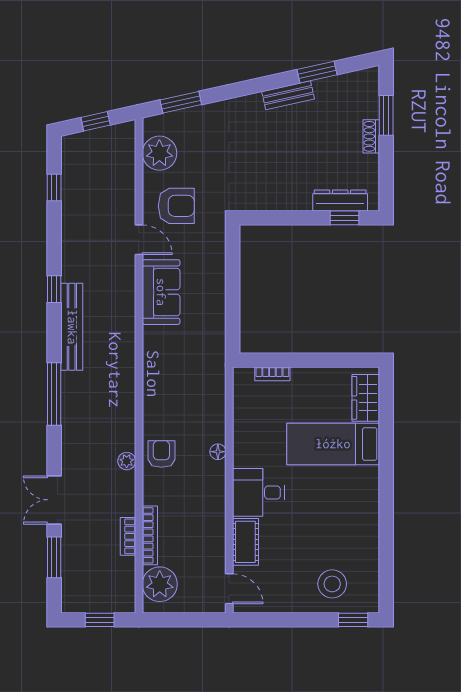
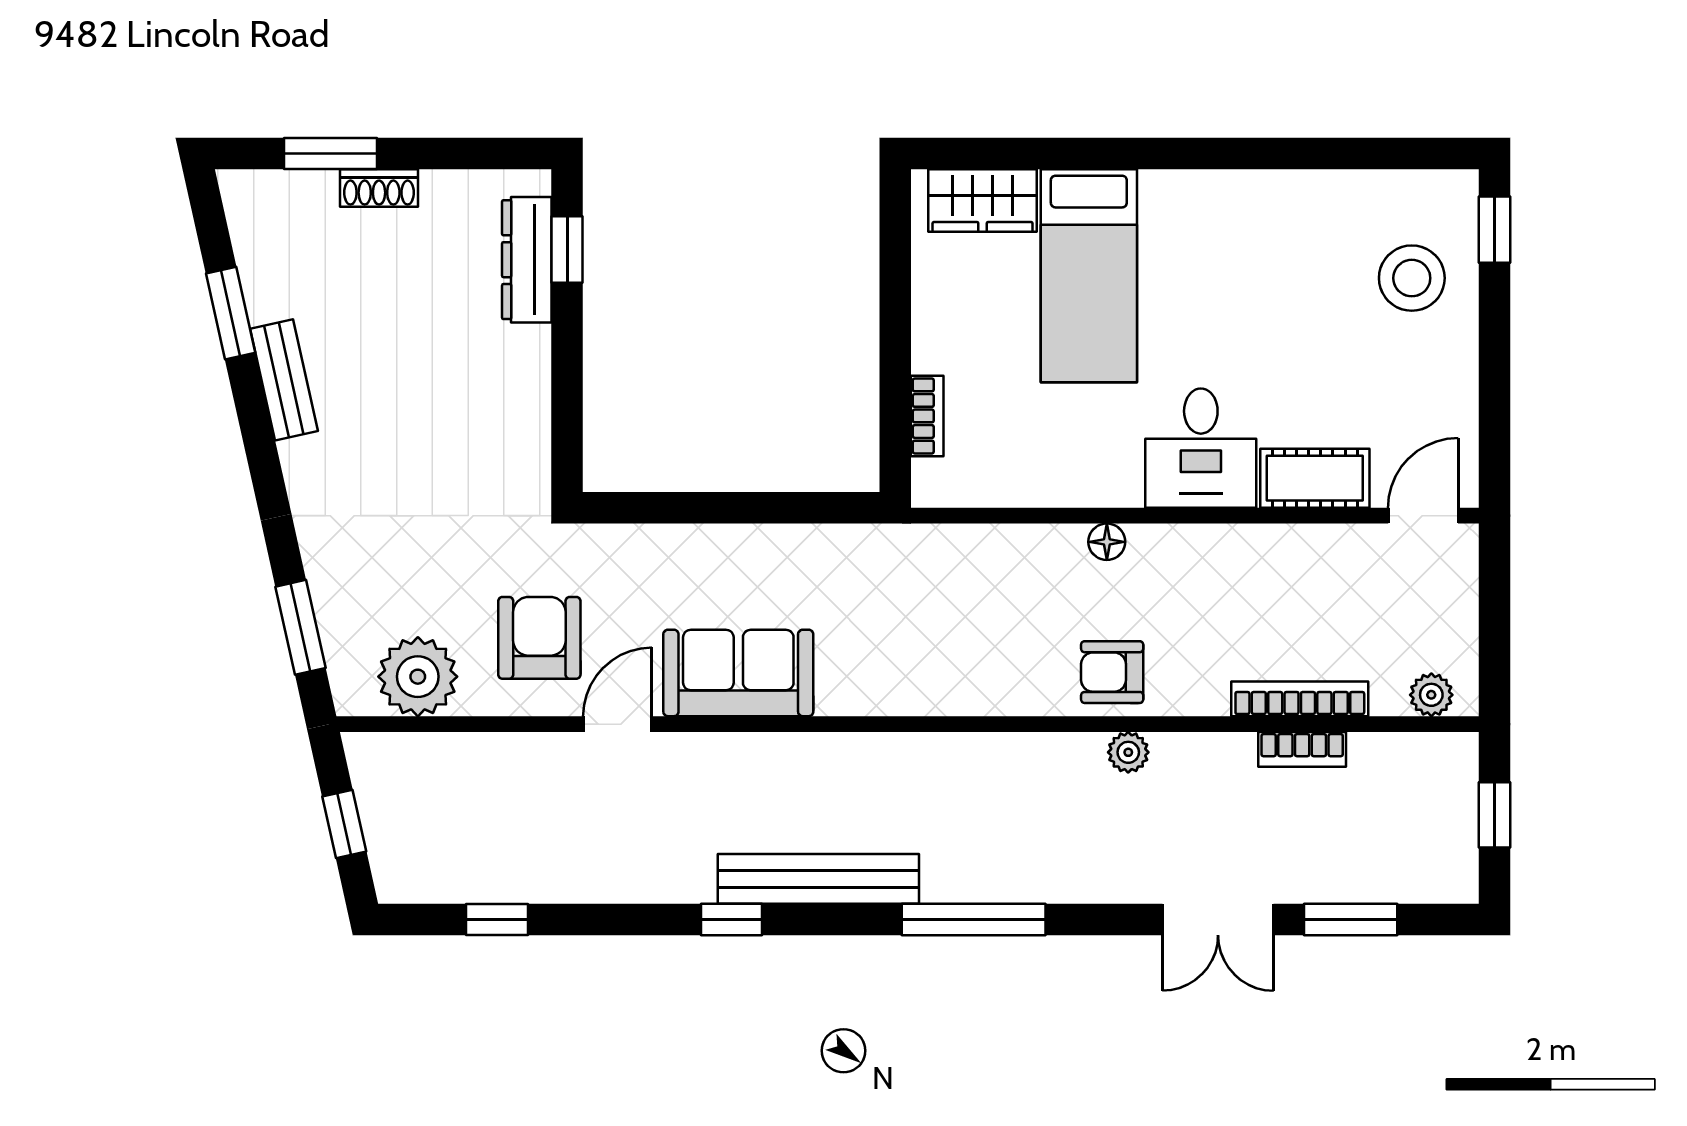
plant: (160, 584) -> (1431, 695), width x0.53, depth x0.53

